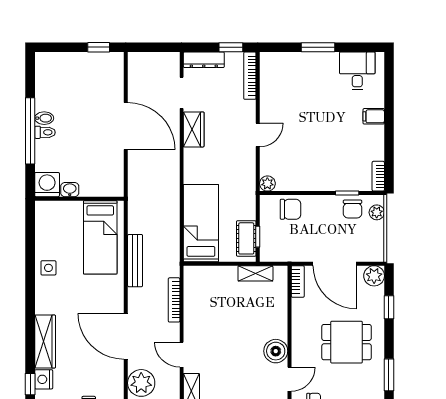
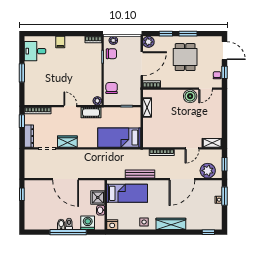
door: (126, 126) -> (66, 179), swing flipped
shower: (93, 184) -> (98, 197), added
washing machine: (47, 185) -> (88, 223), moved, turned 90
cot: (246, 238) -> (91, 113), moved
wardrobe: (45, 342) -> (171, 224), moved
window: (389, 375) -> (188, 34), moved
nightstand: (44, 379) -> (112, 225), moved
door: (289, 379) -> (206, 89), swing flipped

